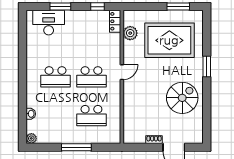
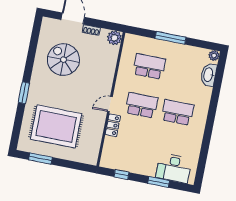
locker: (115, 21) -> (113, 125), moved
plant: (130, 33) -> (114, 38), moved
spiral stairs: (182, 98) -> (63, 60), moved, turned 90
washbasin: (31, 114) -> (209, 75), width x1.91, depth x1.45

